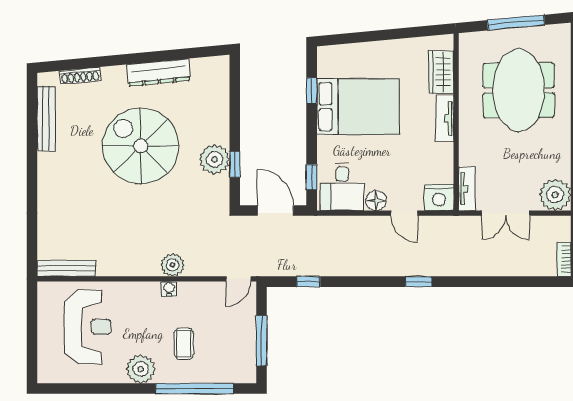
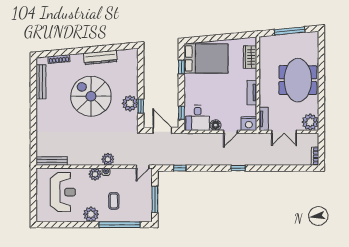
meeting table: (519, 90) -> (298, 80), moved
bed: (358, 107) -> (206, 58), moved
tv unit: (445, 118) -> (252, 93), moved
door: (404, 213) -> (230, 132), hinge flipped
plant: (149, 293) -> (95, 174), added

